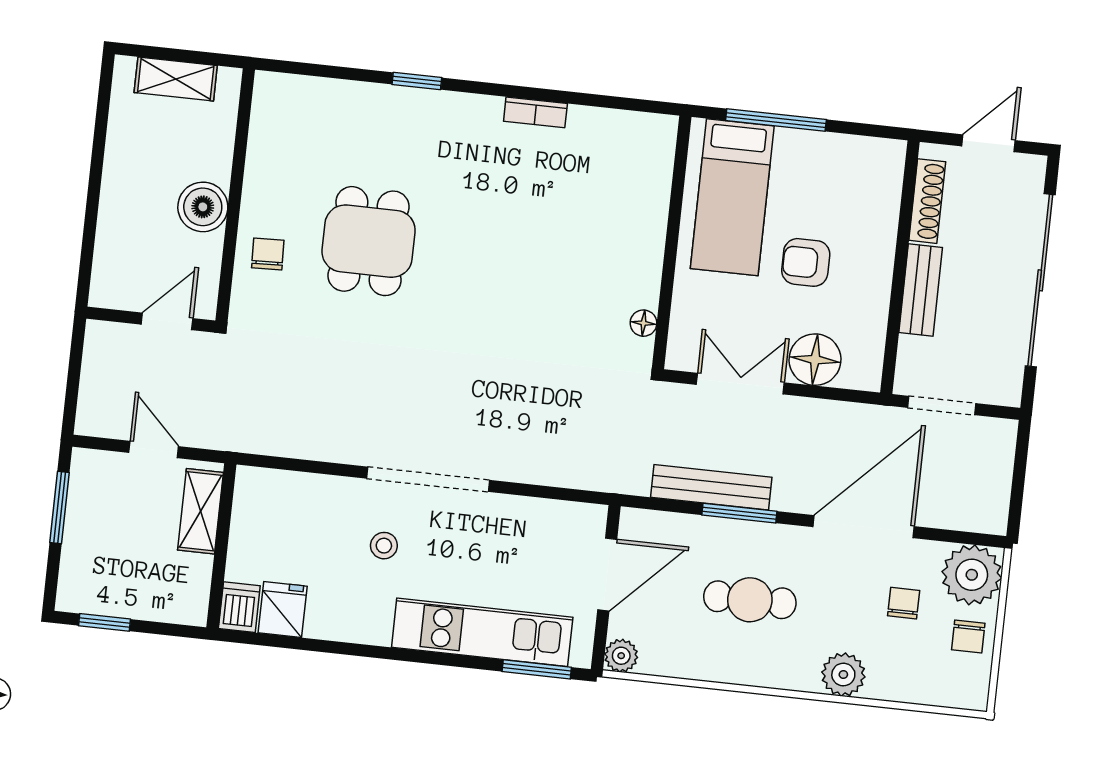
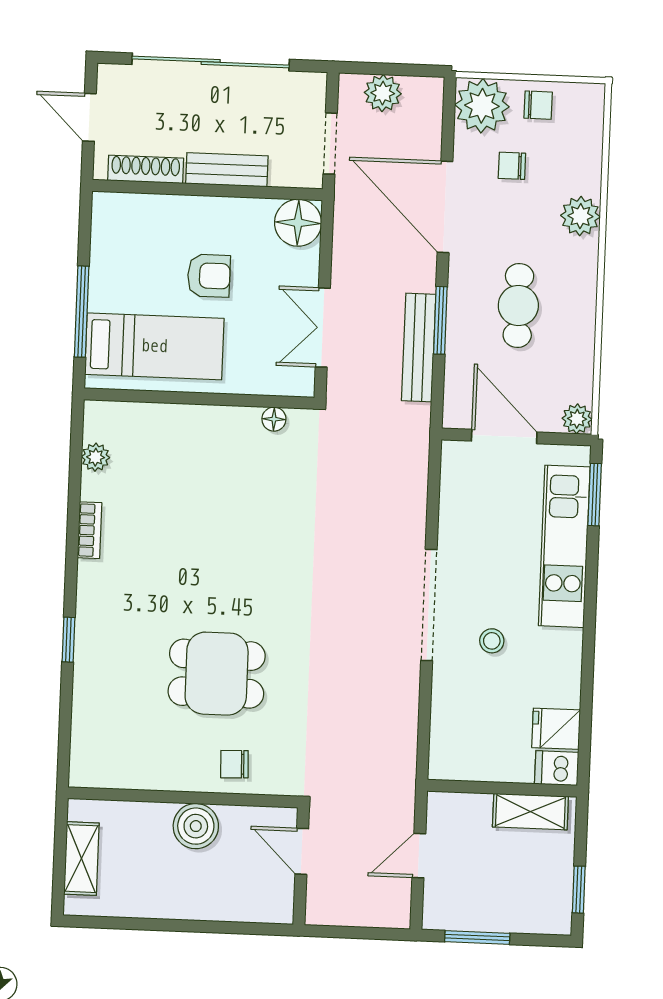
plant: (615, 124) -> (96, 457), added
armchair: (806, 262) -> (209, 276), turned -90
floor lamp: (815, 360) -> (298, 223), moved
plant: (993, 467) -> (383, 93), added
shelving: (201, 511) -> (530, 812), moved

